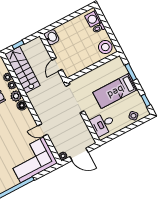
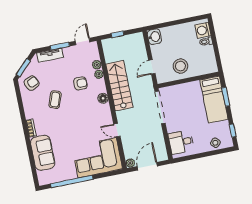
stool: (105, 47) -> (180, 66), moved
stairs: (22, 70) -> (119, 86), moved
bed: (115, 91) -> (214, 100), moved, turned -90
plant: (16, 96) -> (100, 87), removed
door: (79, 154) -> (147, 166), swing flipped

